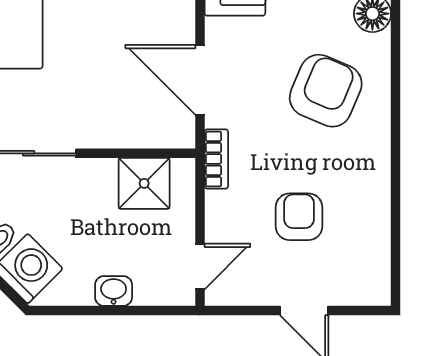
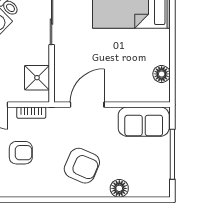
bookcase: (216, 159) -> (31, 113), moved

